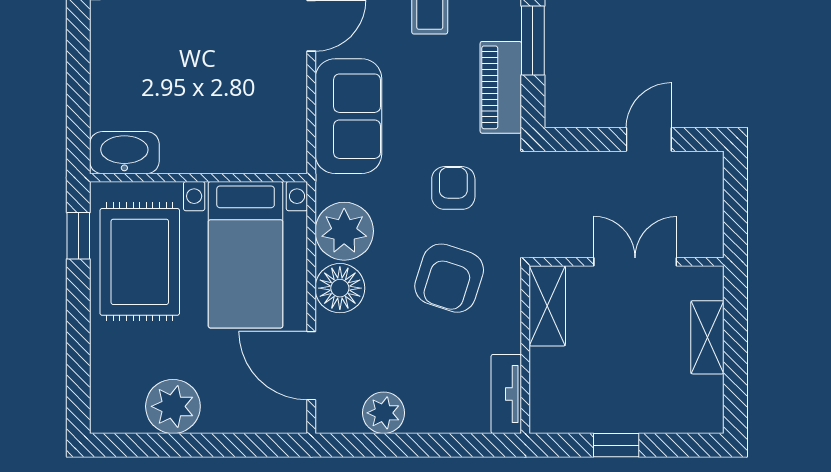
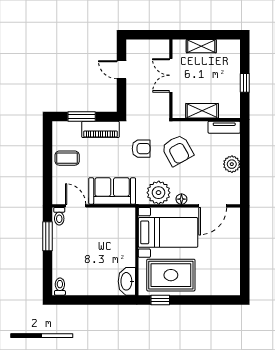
armchair: (453, 188) -> (141, 149), turned 180
armchair: (449, 278) -> (177, 150), turned 43
floor lamp: (340, 288) -> (181, 199), width x0.53, depth x0.53
shelving: (547, 306) -> (202, 111), moved
plant: (173, 406) -> (229, 262), removed
plant: (384, 413) -> (232, 164), moved

